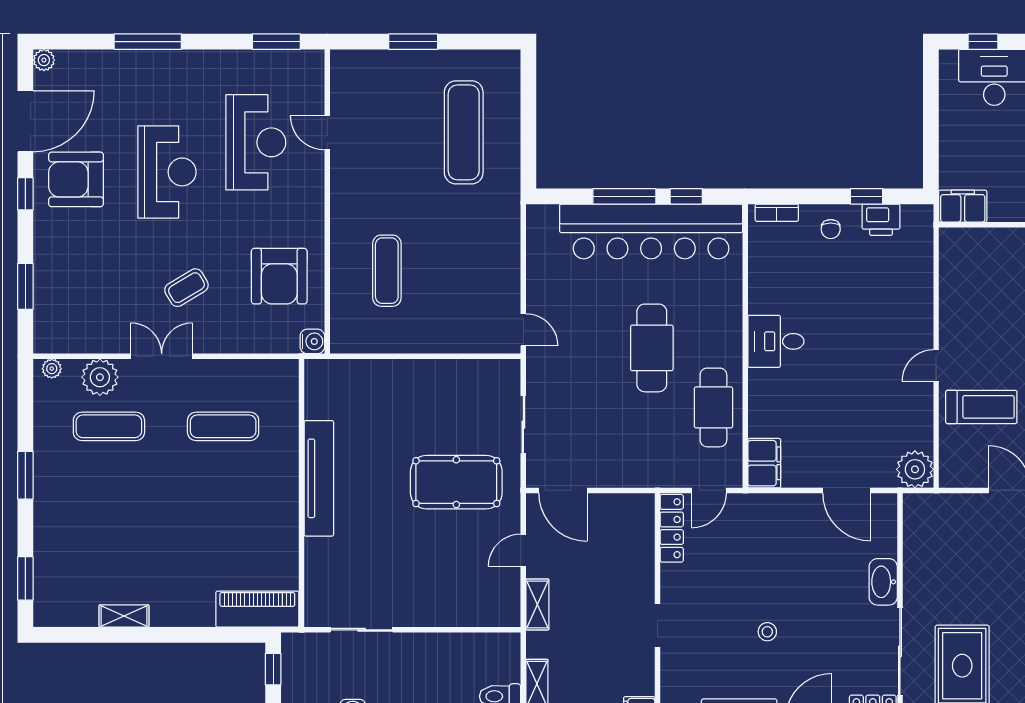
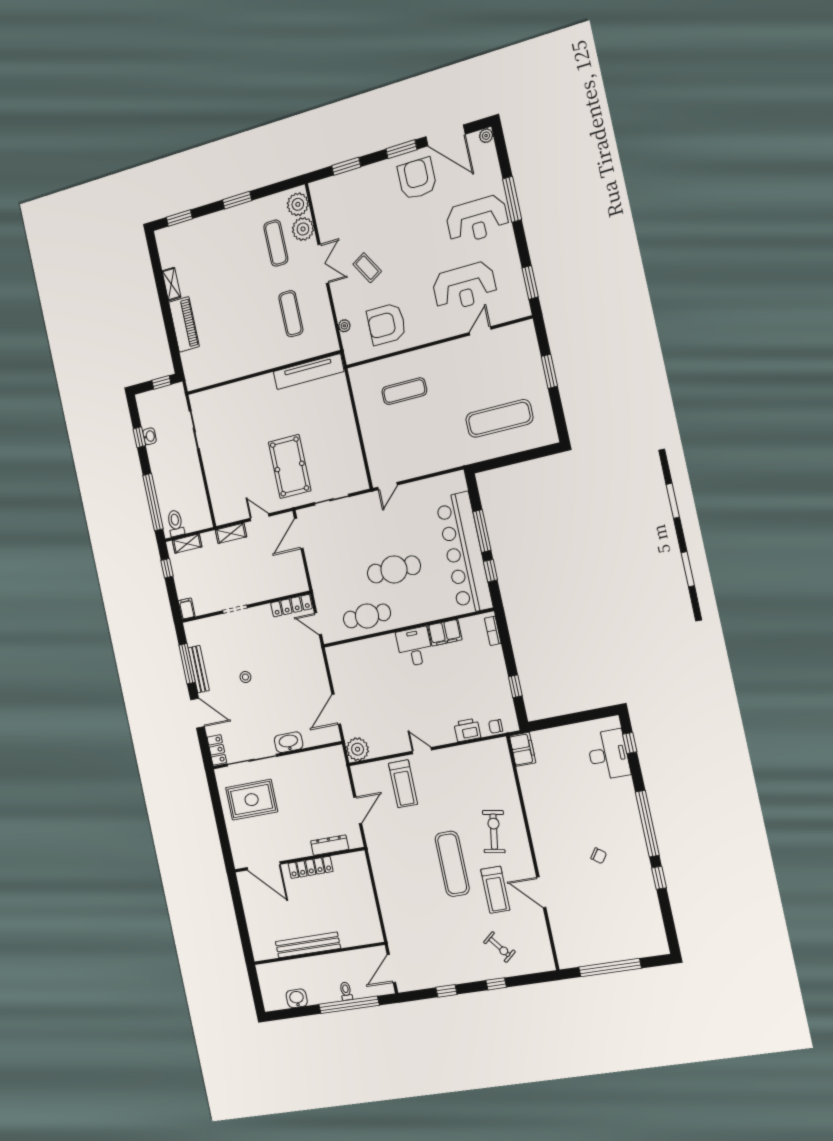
reception desk: (167, 172) -> (477, 220), moved
window: (25, 194) -> (401, 149), width x1.50
printer: (881, 220) -> (467, 730), moved, turned 90
chair: (831, 229) -> (496, 726), moved
water cooler: (312, 341) -> (352, 356), removed
plant: (264, 344) -> (344, 326), added
plant: (52, 369) -> (298, 204), width x1.88, depth x1.88
filing cabinet: (764, 463) -> (445, 633), moved
tv unit: (319, 478) -> (309, 372), moved
piano: (257, 609) -> (184, 324), moved

